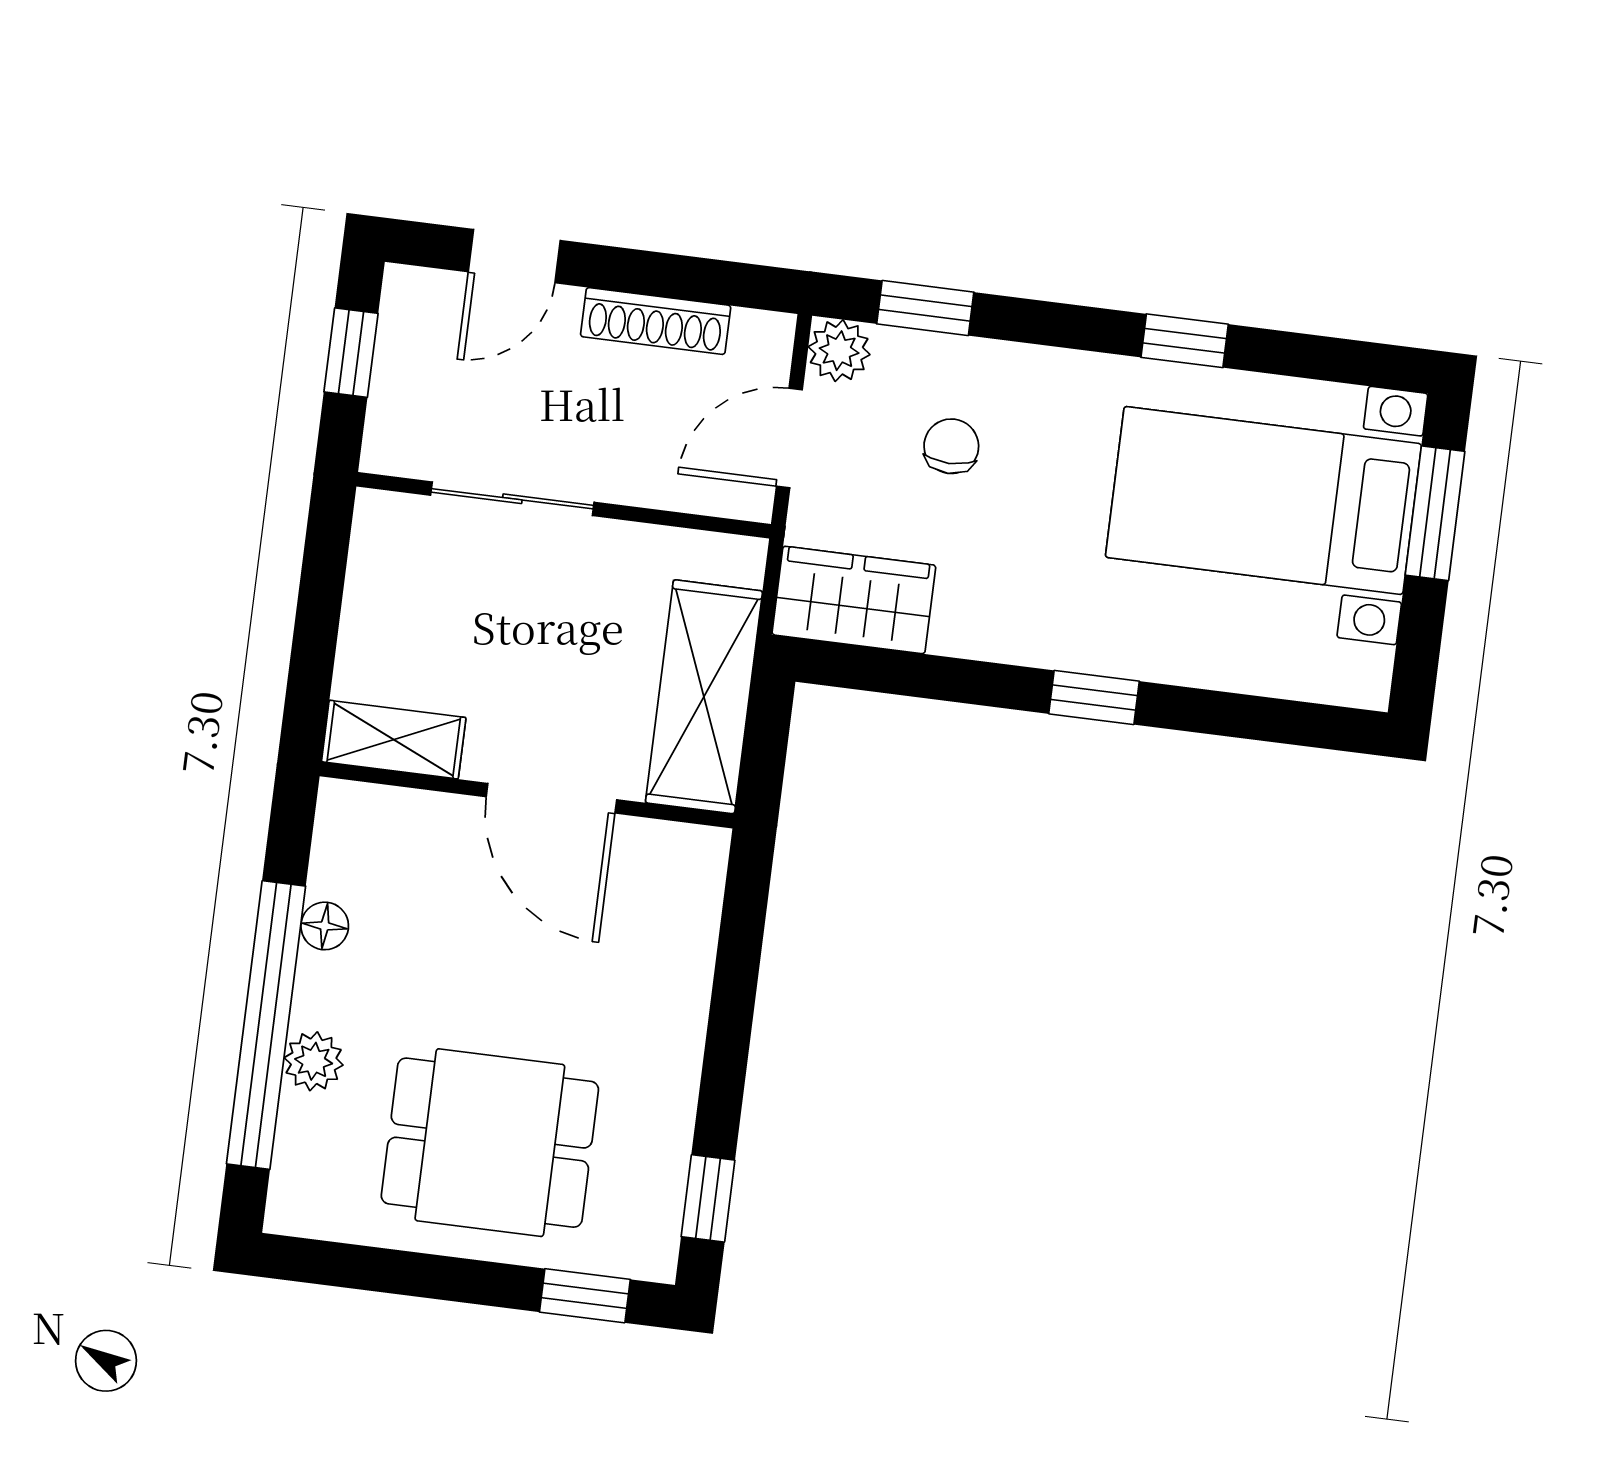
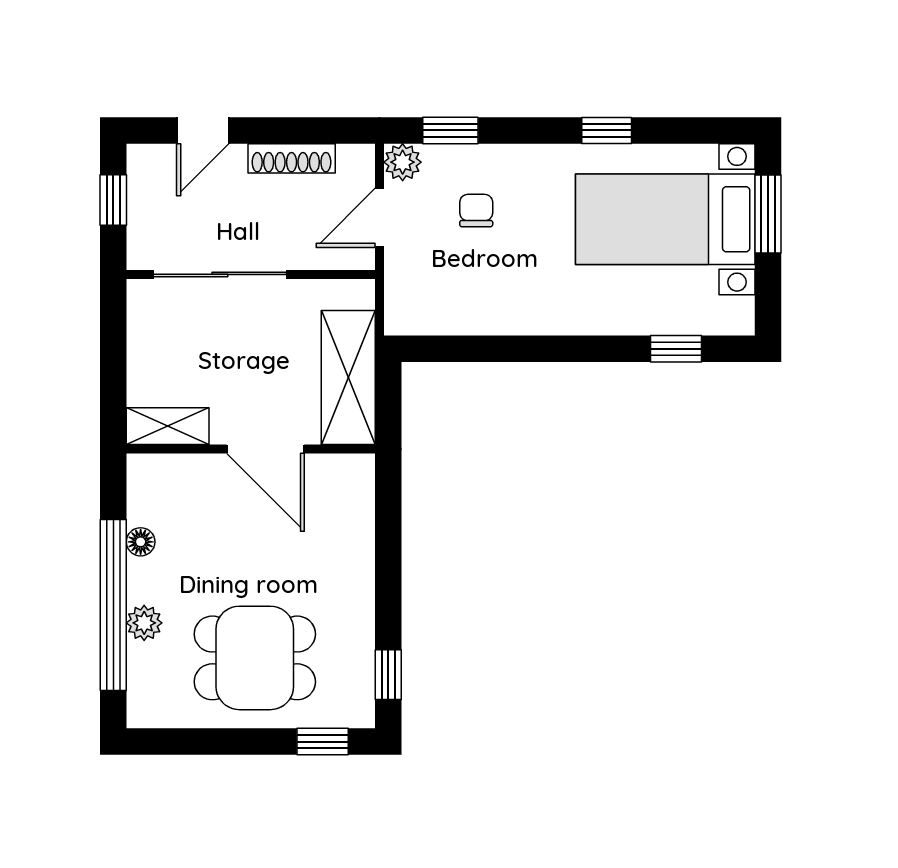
sliding door: (512, 499) -> (220, 274), width x1.37
wardrobe: (854, 600) -> (430, 309), removed
window: (1094, 697) -> (676, 349), moved

